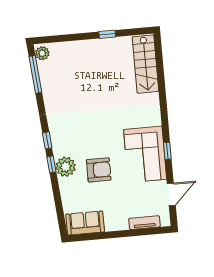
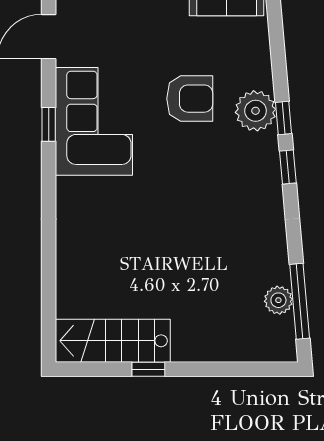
plant: (42, 53) -> (278, 300), moved
stairs: (145, 64) -> (113, 341), moved, turned -90
armchair: (99, 170) -> (190, 99), turned 180

